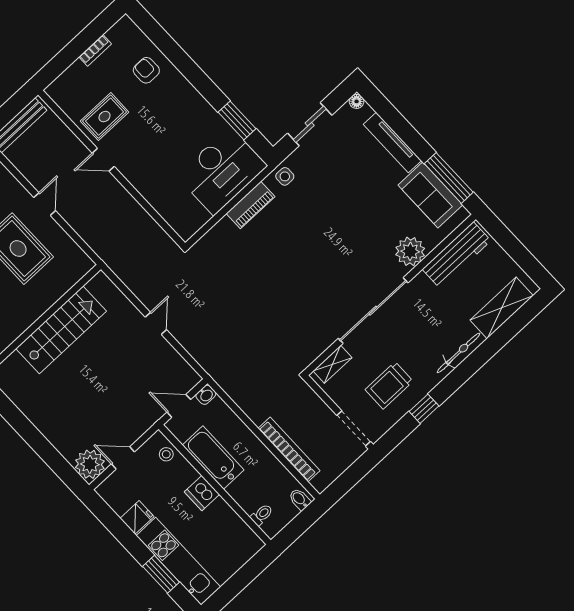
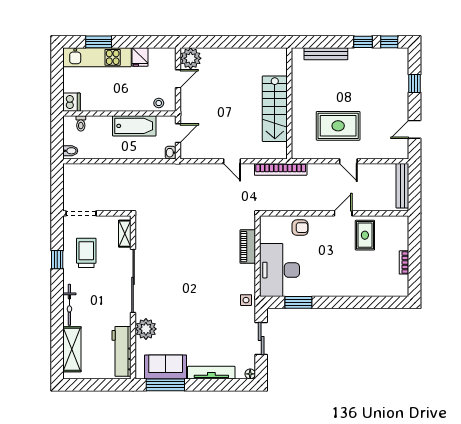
armchair: (146, 70) -> (300, 228), moved
piano: (251, 205) -> (248, 247), moved
bookcase: (289, 449) -> (281, 169), moved
dishwasher: (202, 493) -> (72, 102), moved, turned 90

